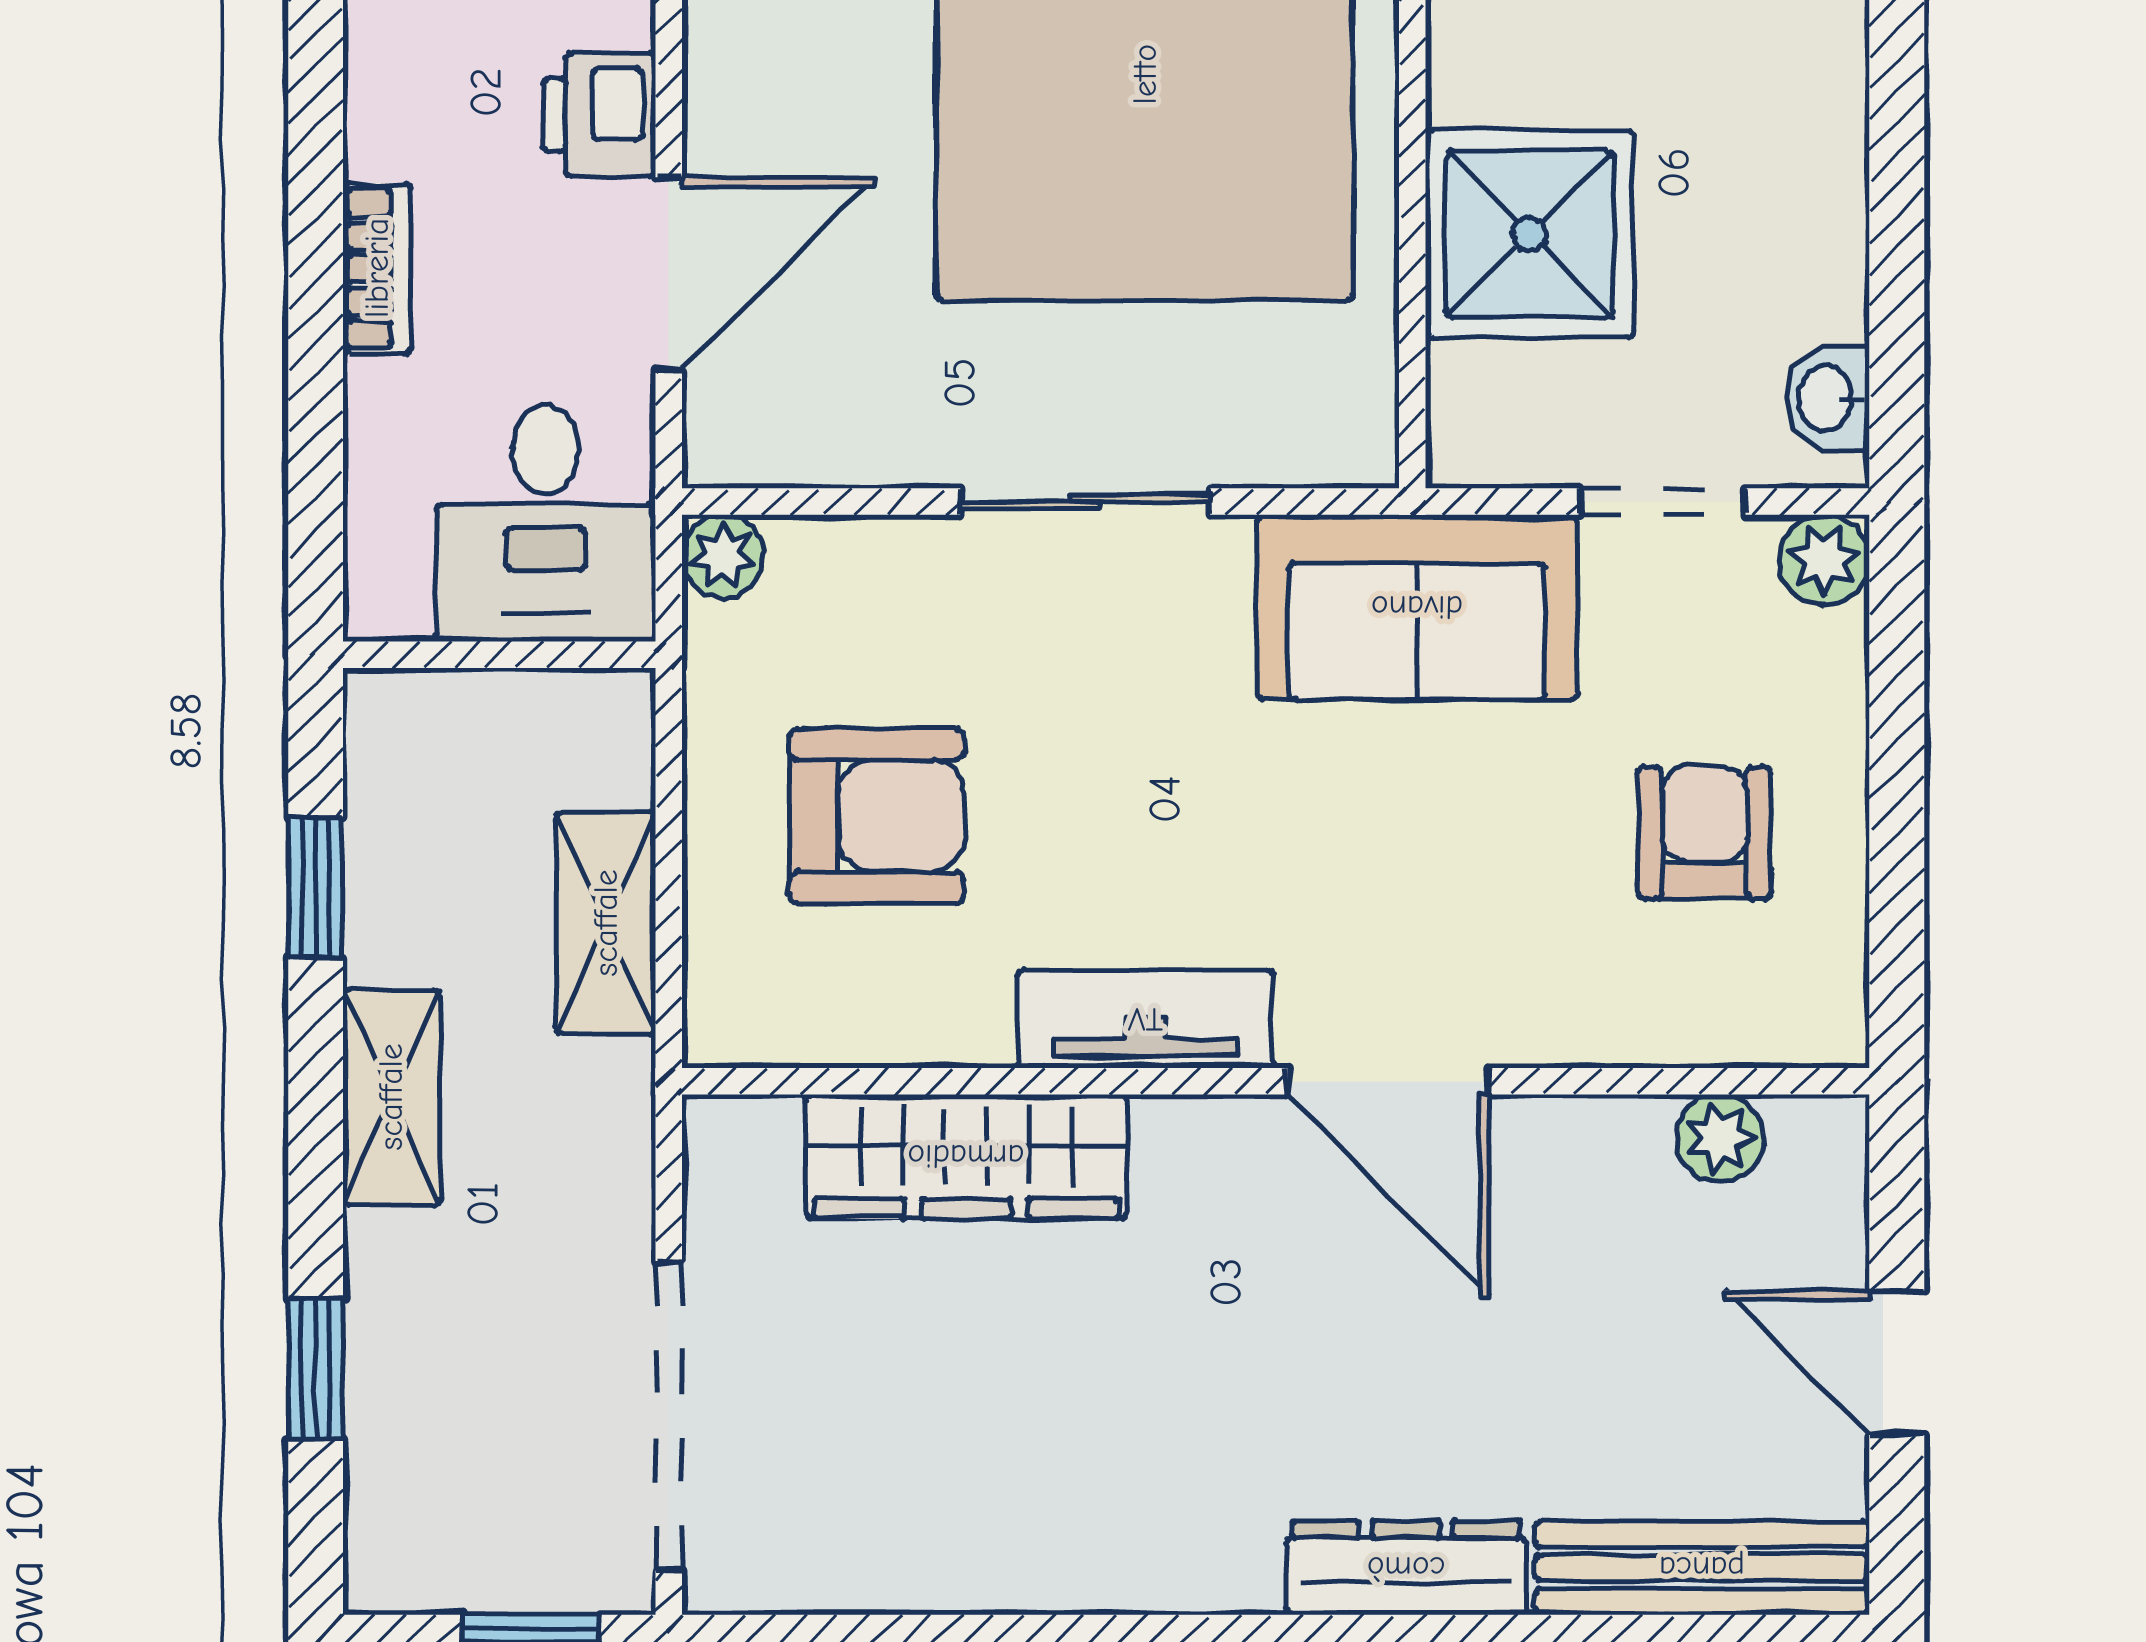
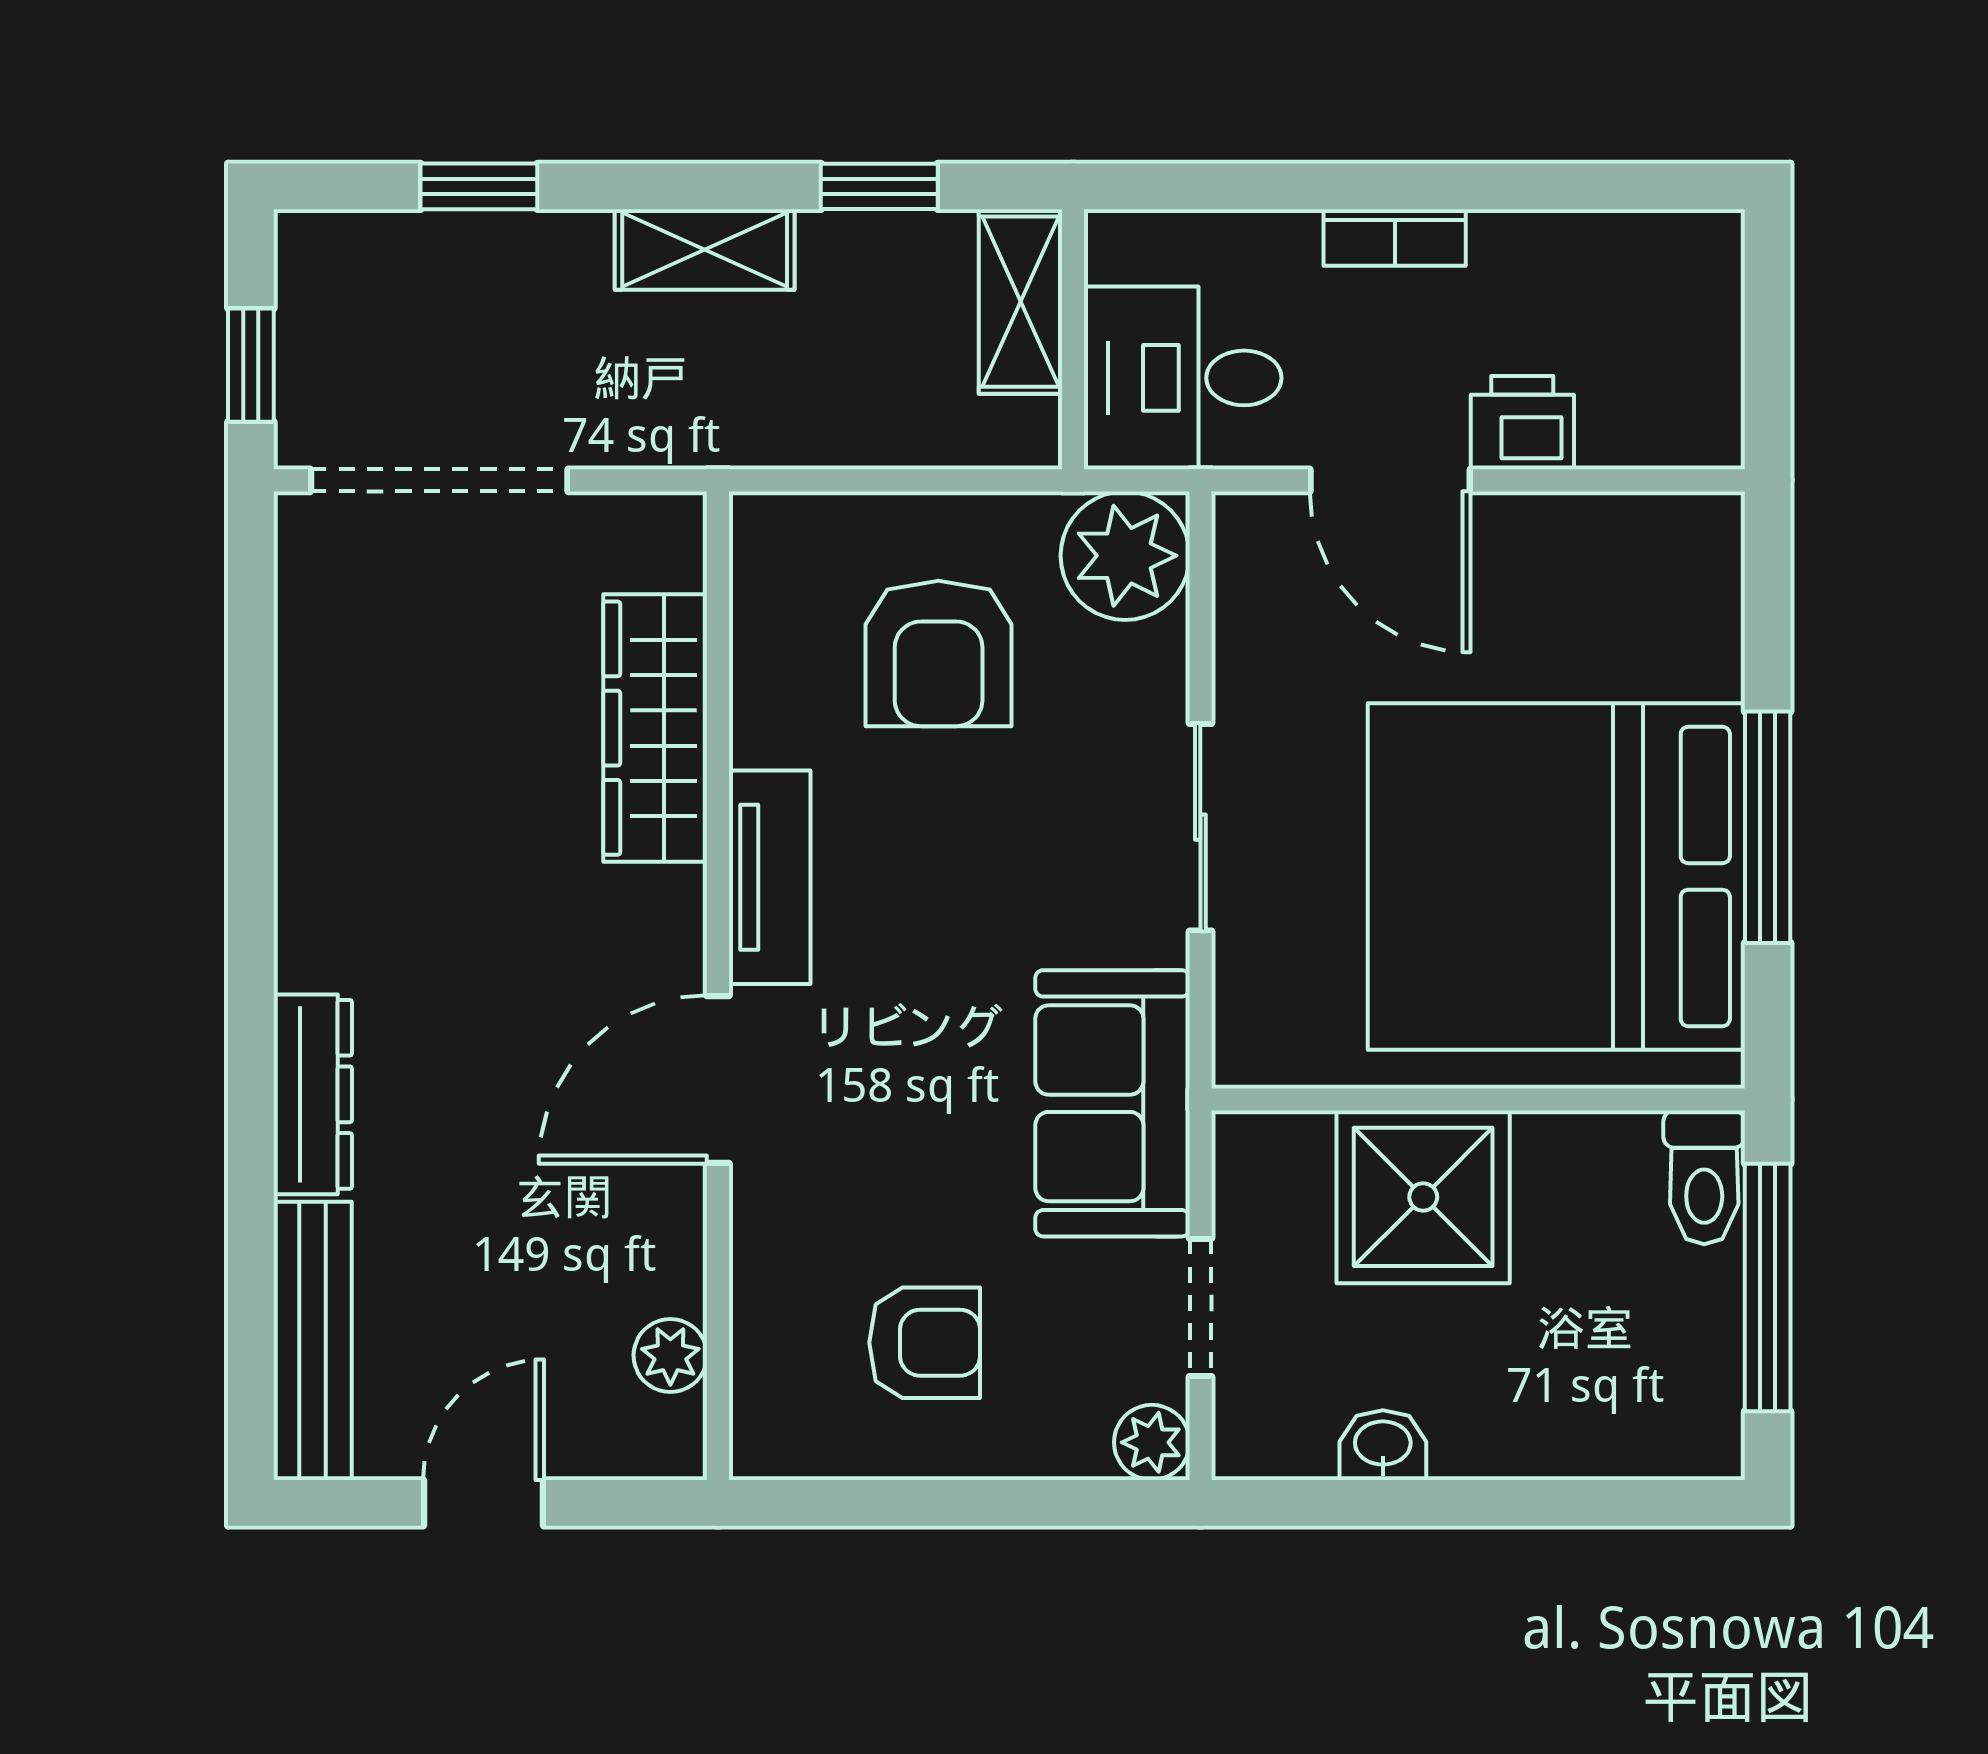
washbasin: (1827, 398) -> (1383, 1445), moved
plant: (723, 556) -> (1125, 556), width x1.87, depth x1.87
shelving: (606, 923) -> (1020, 302), moved, turned 90

